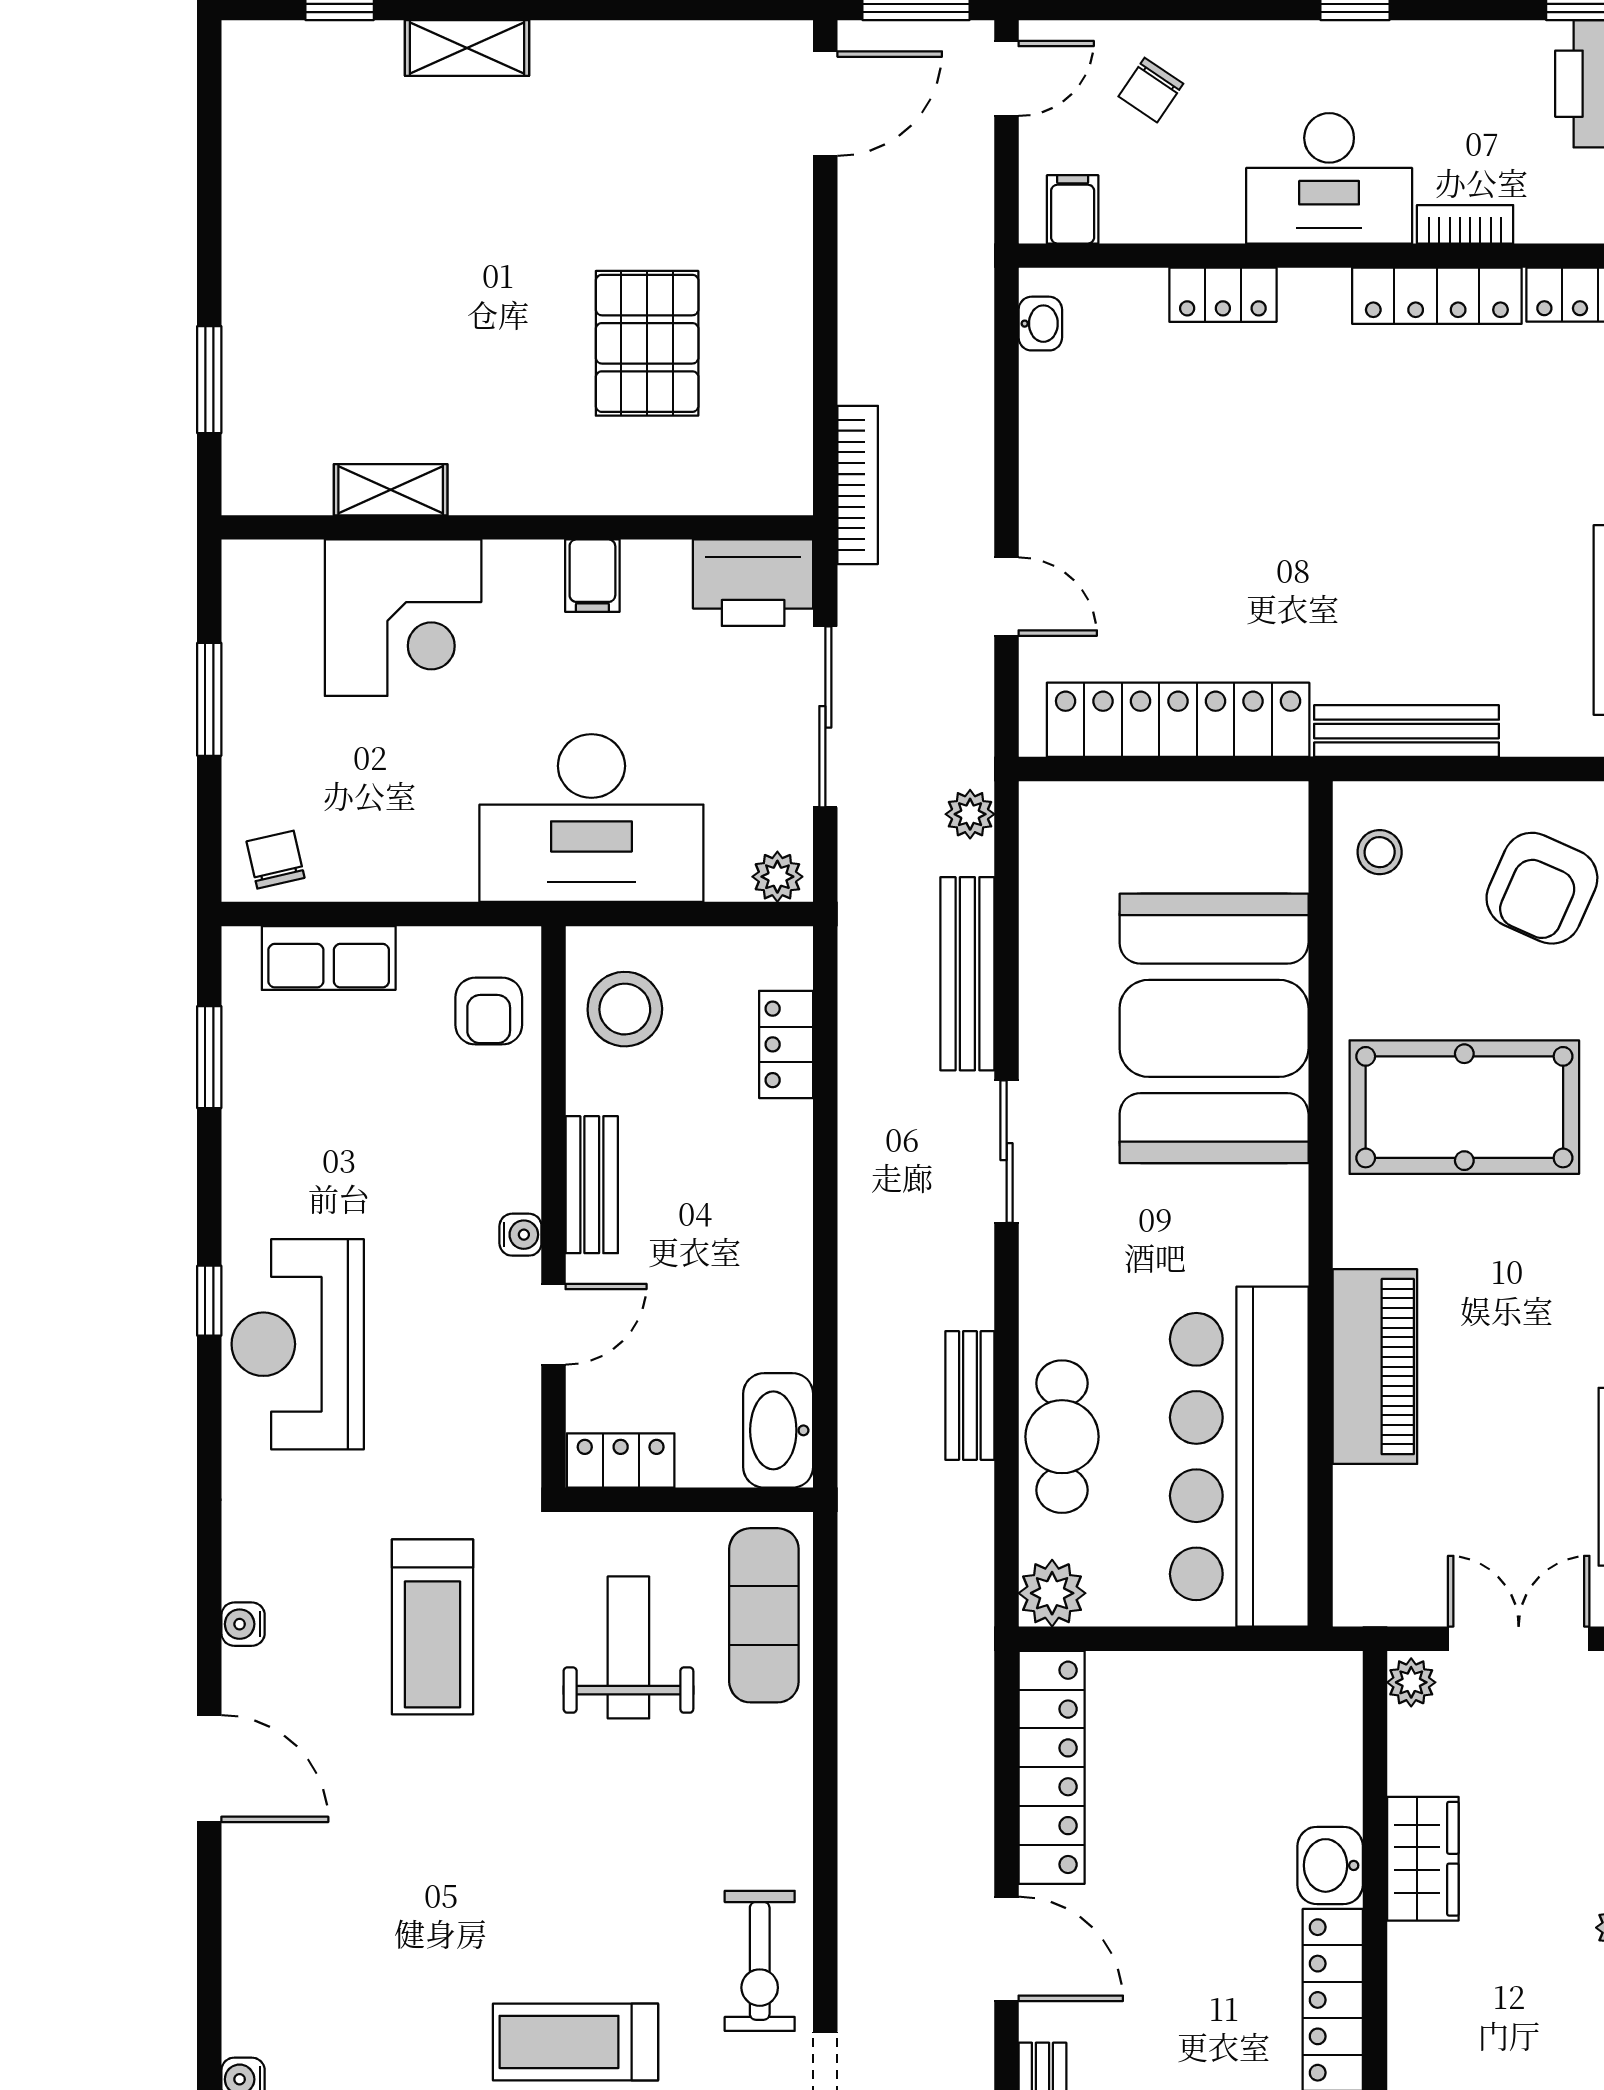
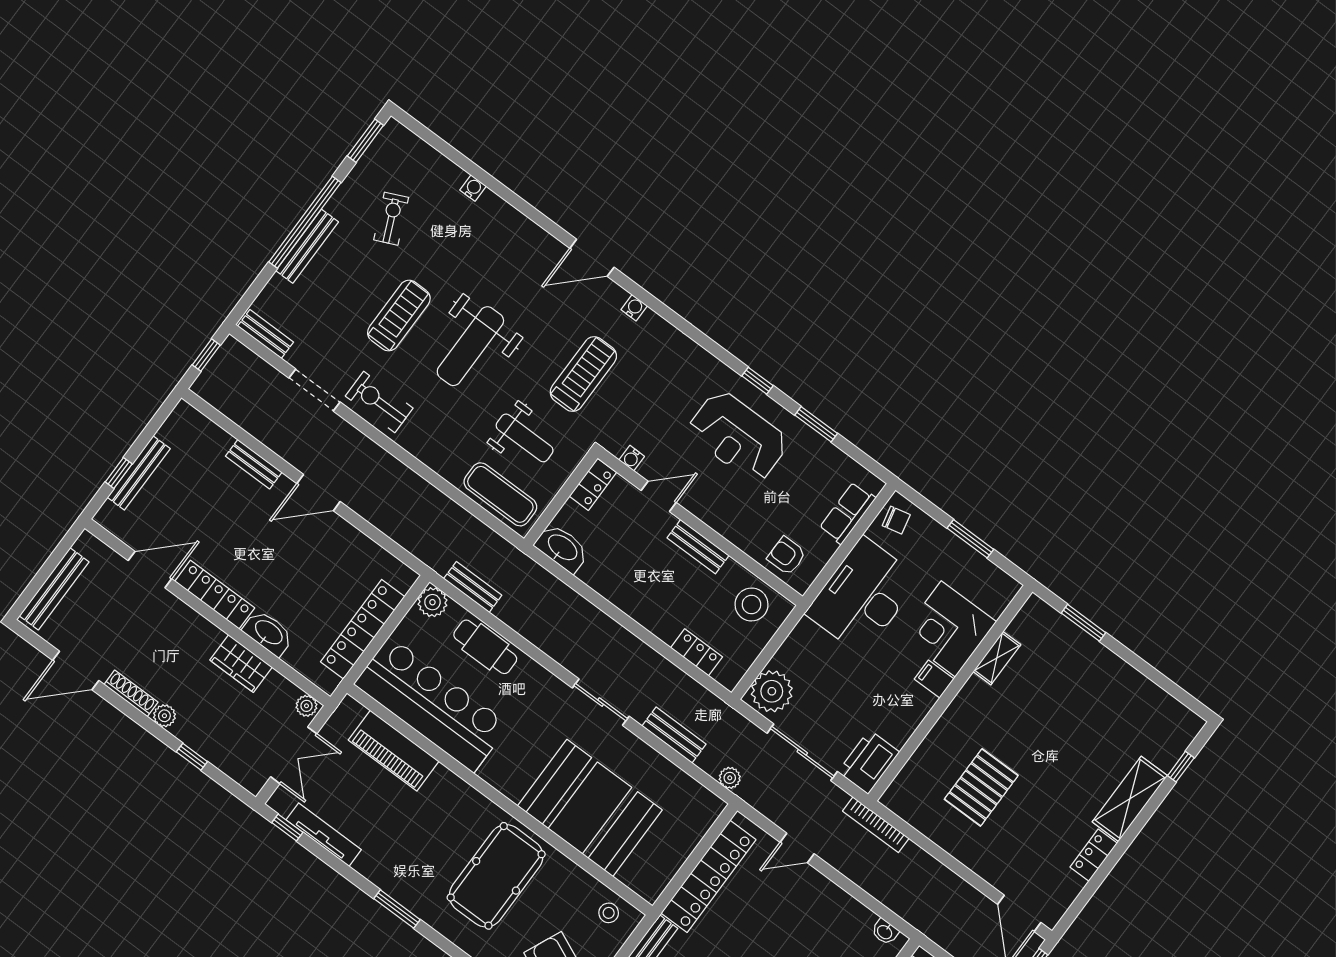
locker: (619, 47) -> (1094, 855), added
shelving: (467, 48) -> (1130, 799), width x1.50, depth x1.33
pallet: (647, 343) -> (981, 787), turned 90
filing cabinet: (592, 576) -> (934, 679), moved
desk: (591, 818) -> (863, 596), moved
plant: (777, 877) -> (772, 691), width x1.87, depth x1.87
bench: (967, 974) -> (674, 735), width x0.73
window: (209, 1057) -> (816, 424), moved
water cooler: (520, 1235) -> (632, 458), moved
door: (554, 1324) -> (659, 496), swing flipped
reception desk: (298, 1344) -> (738, 436), moved, turned 180
piano: (1375, 1367) -> (394, 751), moved
bench: (970, 1395) -> (473, 587), moved
treadmill: (433, 1627) -> (583, 374), turned 90
locker: (1052, 1767) -> (363, 629), moved, turned 90
washbasin: (1330, 1865) -> (268, 633), width x1.38
weight bench: (535, 1870) -> (470, 346), added

